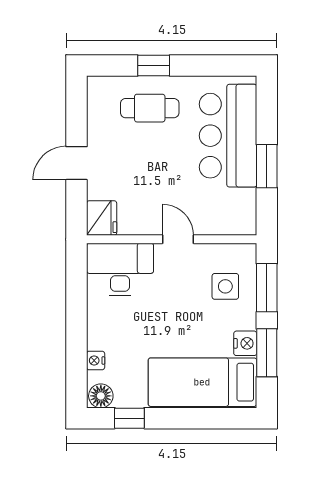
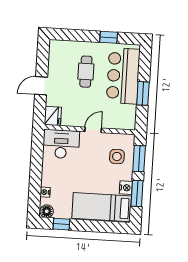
window: (154, 65) -> (109, 37), moved
cafe table: (150, 108) -> (86, 72), moved, turned 90
door: (178, 239) -> (93, 130), hinge flipped

